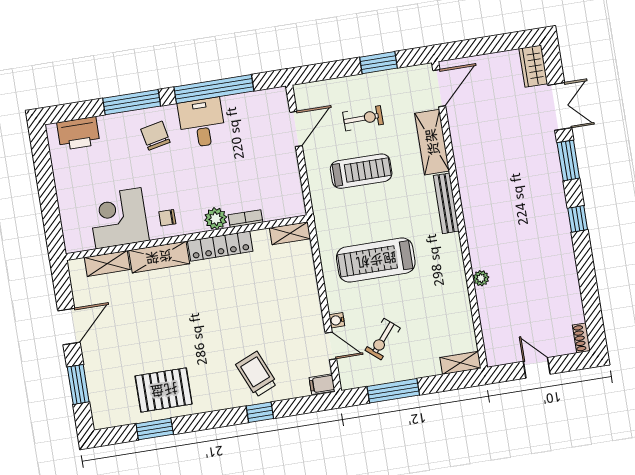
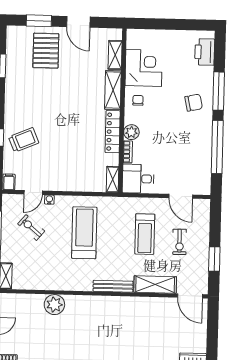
desk: (202, 123) -> (138, 179), moved, turned 180
plant: (481, 278) -> (54, 305), width x1.88, depth x1.88
pallet: (164, 390) -> (46, 51), moved

